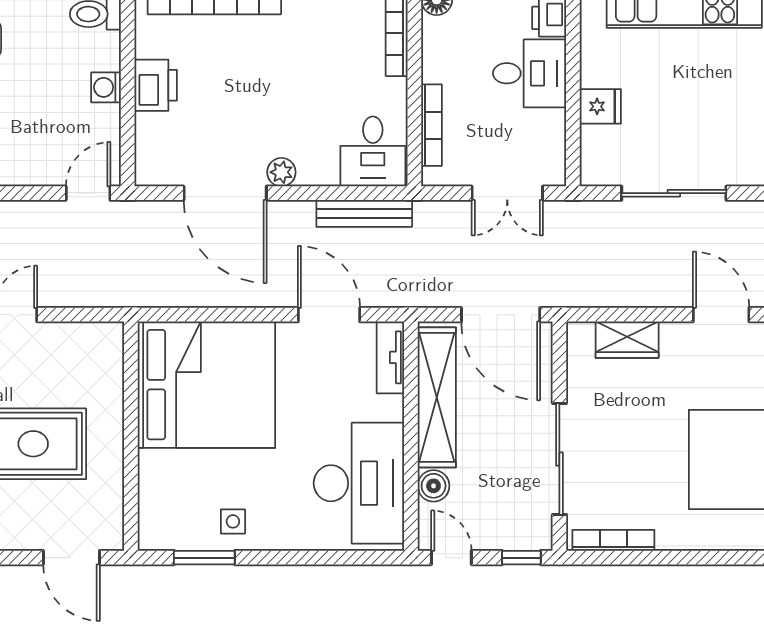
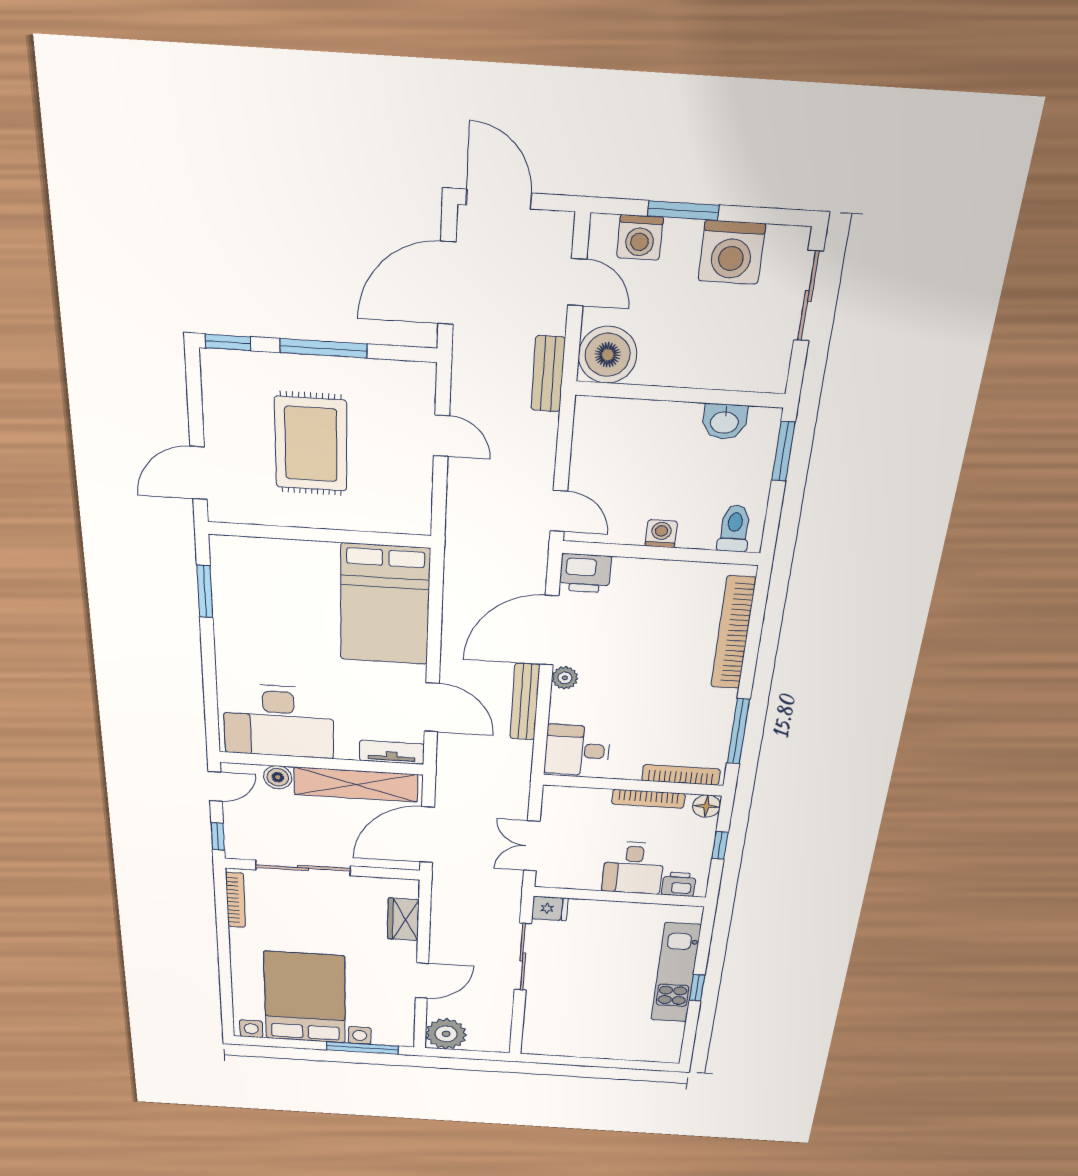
printer: (156, 85) -> (585, 573), moved
fridge: (600, 106) -> (550, 909), moved, turned -90
bookcase: (432, 125) -> (648, 799), moved
bench: (364, 213) -> (525, 702), moved
door: (329, 315) -> (432, 707), hinge flipped
bed: (206, 385) -> (385, 605), width x0.73
side table: (233, 521) -> (240, 618), removed

